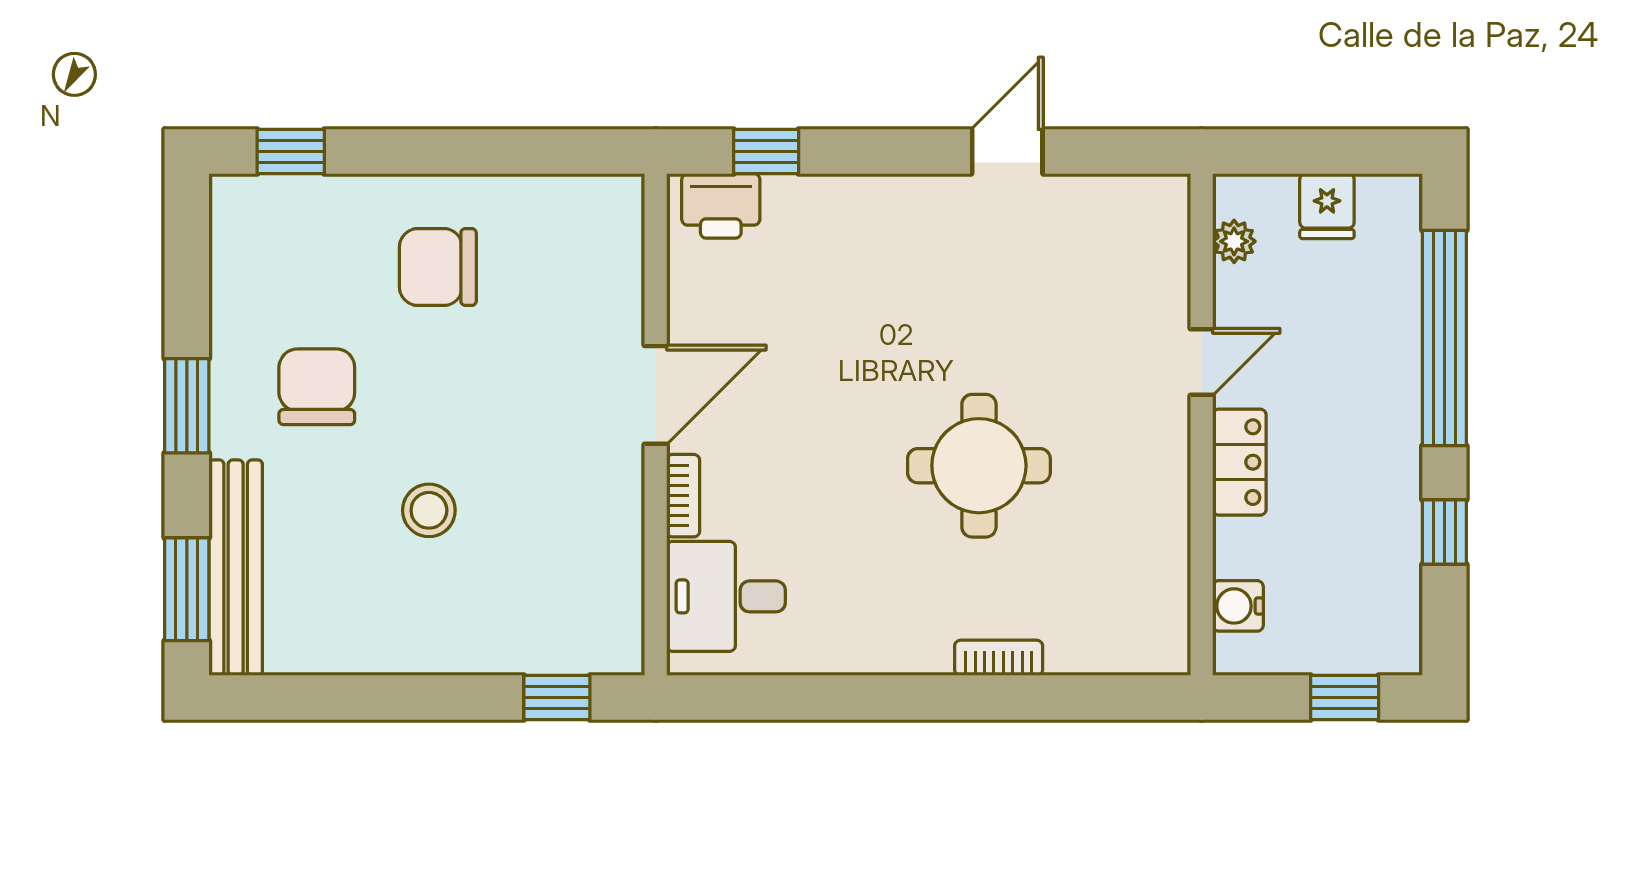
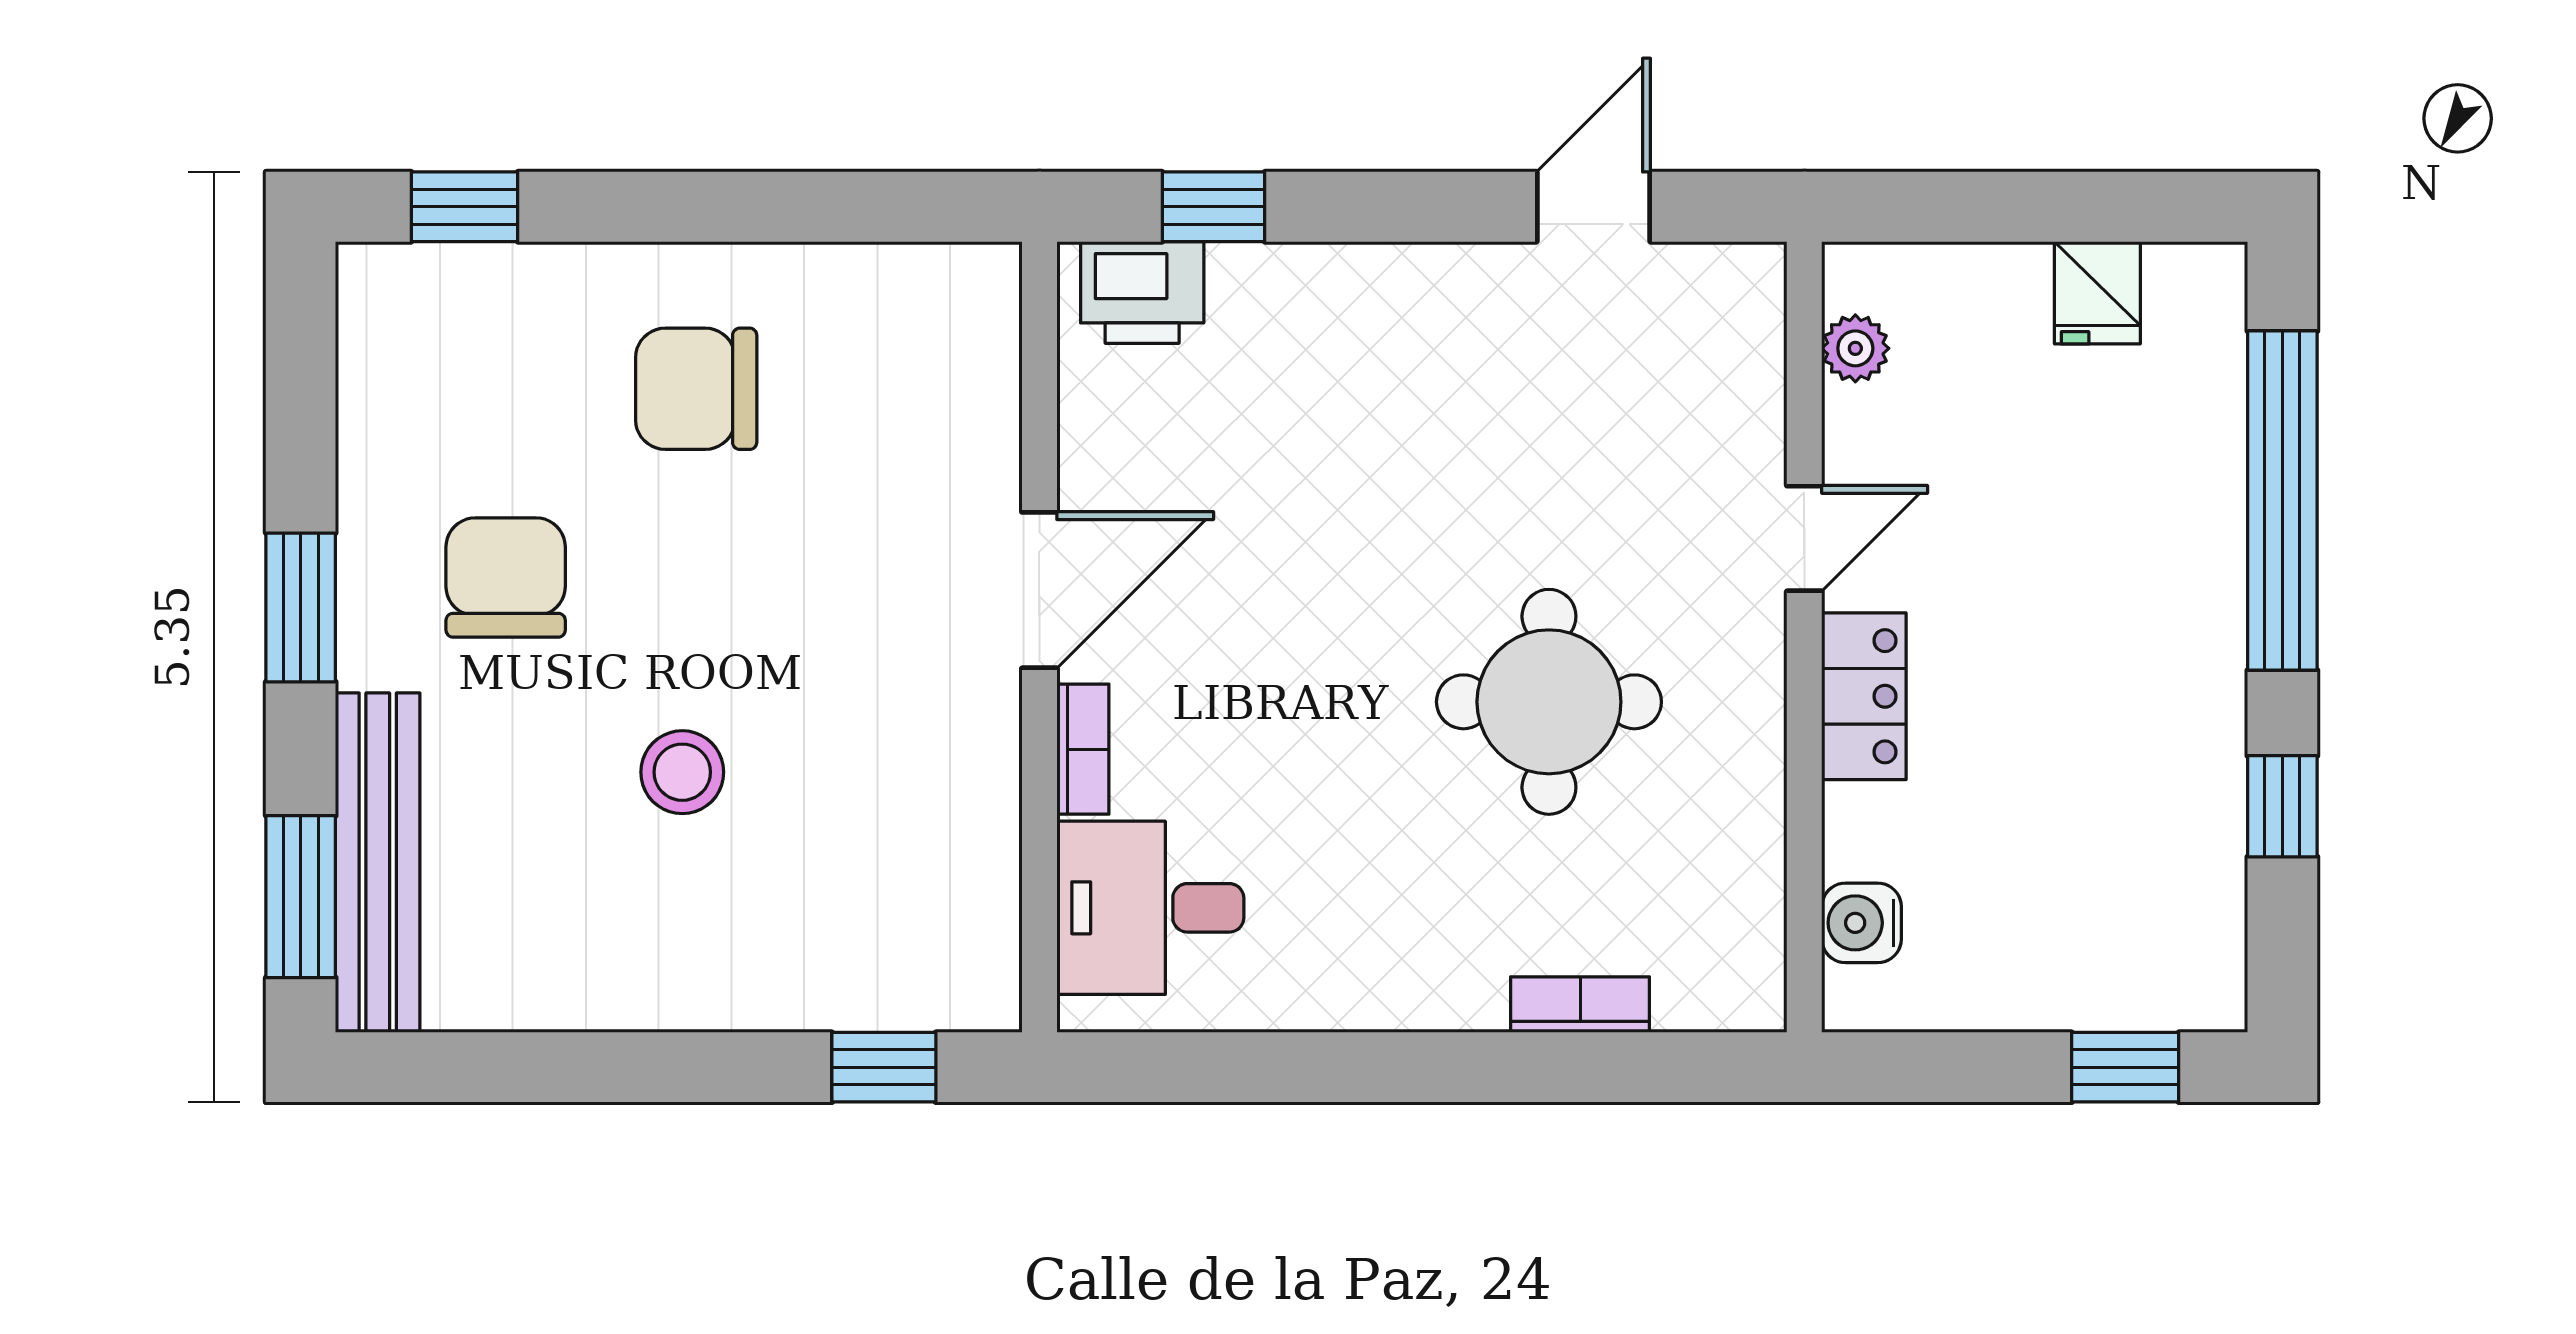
plant: (1234, 241) -> (1855, 348), moved
door: (1202, 362) -> (1804, 538), moved
wall: (1202, 425) -> (1804, 637), moved
locker: (1239, 462) -> (1864, 696), moved
water cooler: (1238, 606) -> (1862, 923), moved

